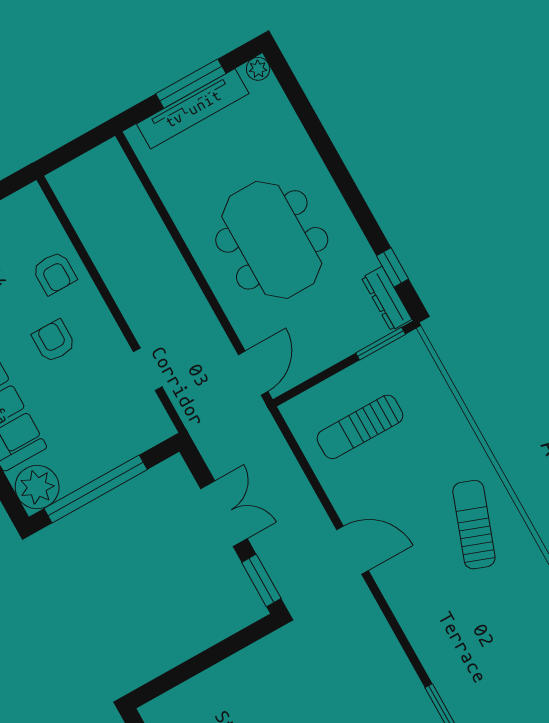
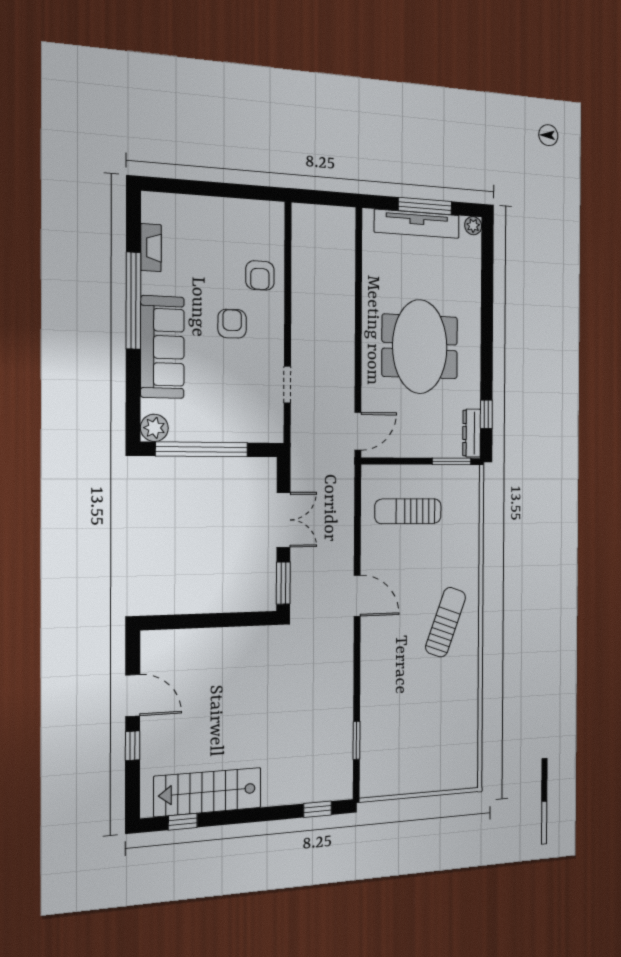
plant: (37, 487) -> (154, 428), width x0.73, depth x0.73

